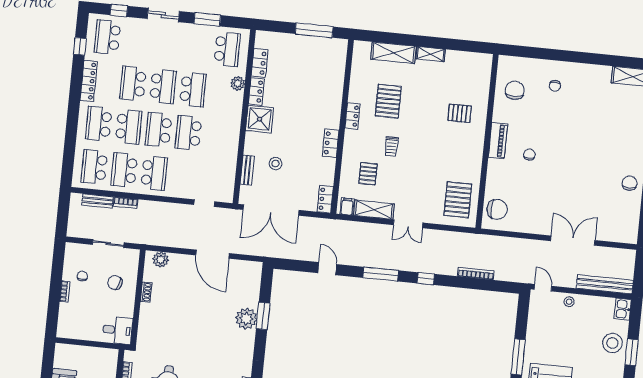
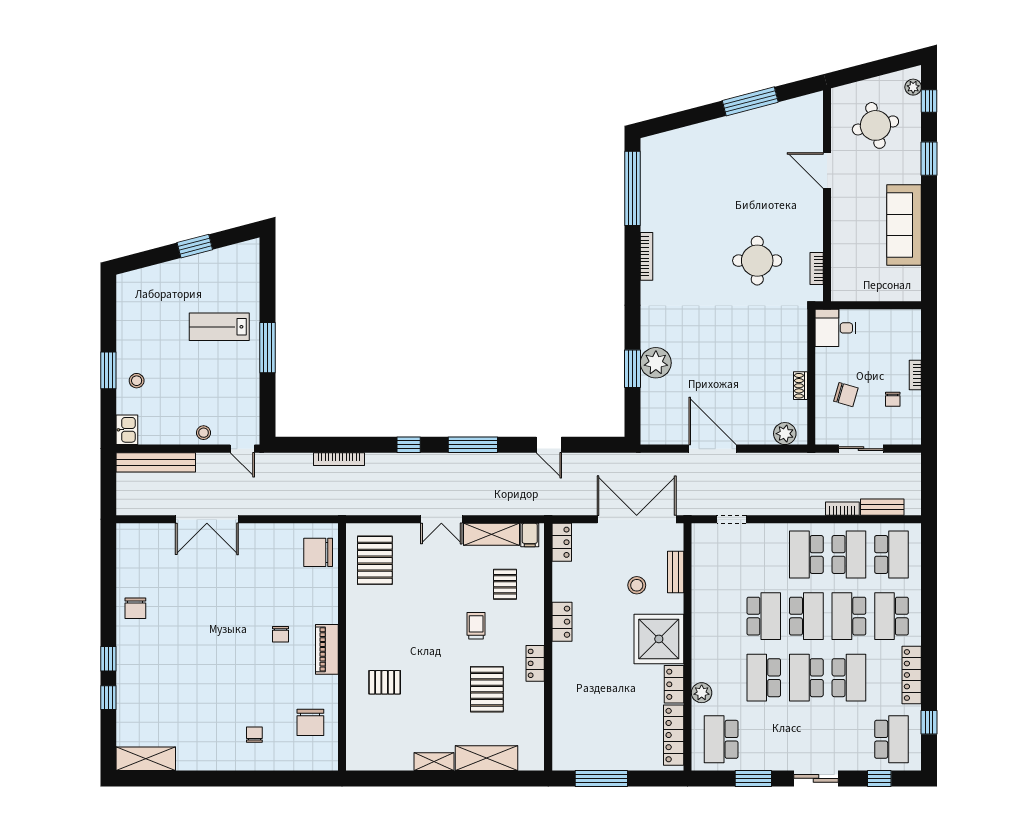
locker: (260, 63) -> (674, 735), width x1.53
shower: (260, 119) -> (659, 639), width x1.37, depth x1.37
school desk: (99, 124) -> (892, 616), turned 180
double door: (408, 224) -> (441, 519), swing flipped
stool: (612, 343) -> (137, 381), width x0.53, depth x0.53

